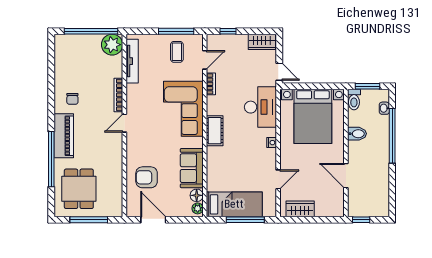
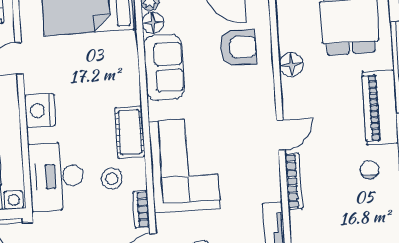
stool: (227, 103) -> (112, 179), added
nightstand: (272, 143) -> (40, 110), width x1.89, depth x1.79
floor lamp: (115, 165) -> (291, 65), added

